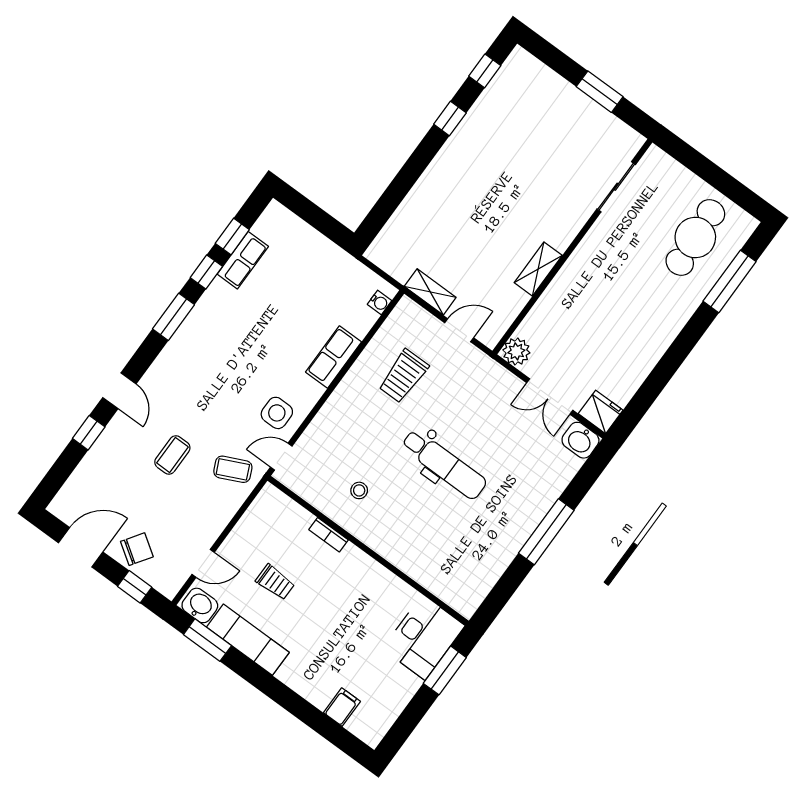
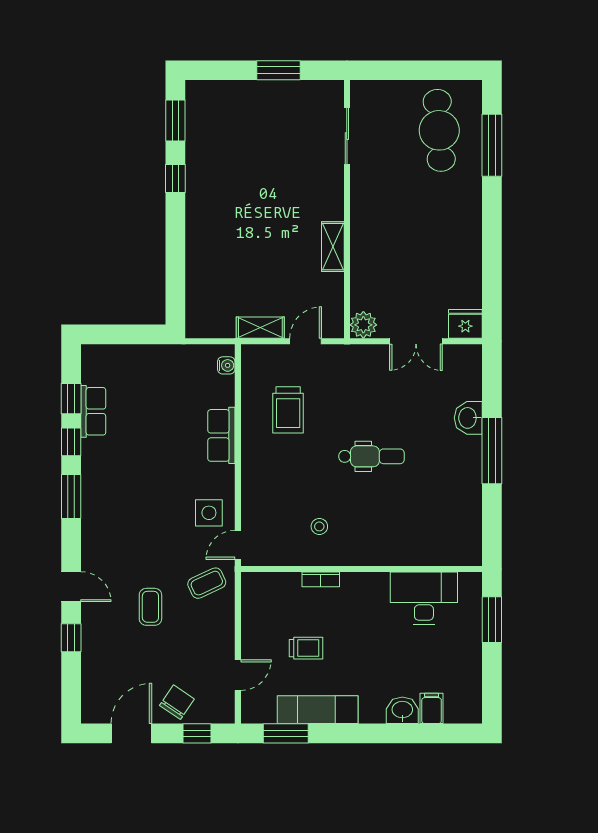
window: (485, 71) -> (175, 120), width x1.50
washbasin: (580, 440) -> (468, 418), moved, turned 90
dental chair: (444, 464) -> (371, 456), width x0.73, depth x0.72
washbasin: (200, 605) -> (402, 710), moved
desk: (424, 637) -> (424, 598), moved, turned -90

